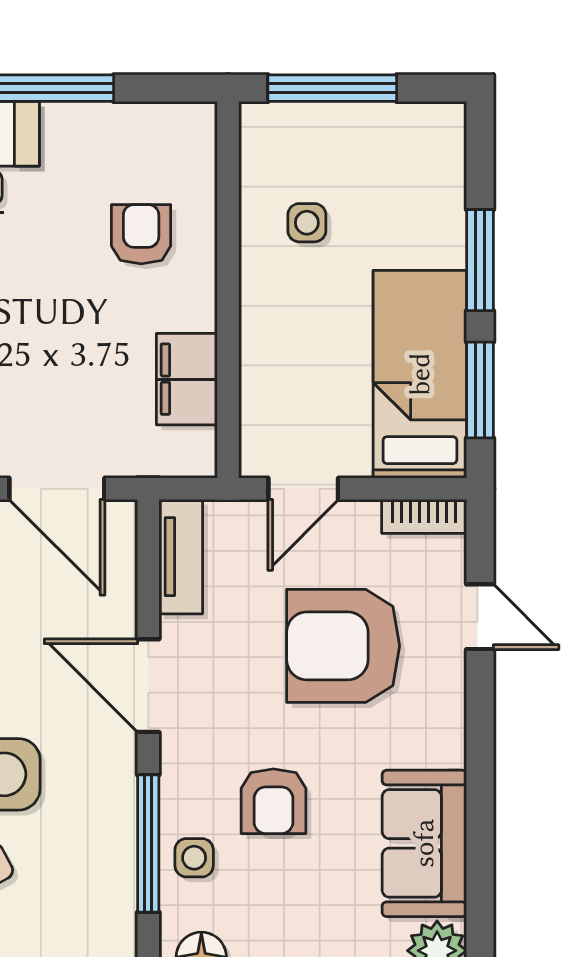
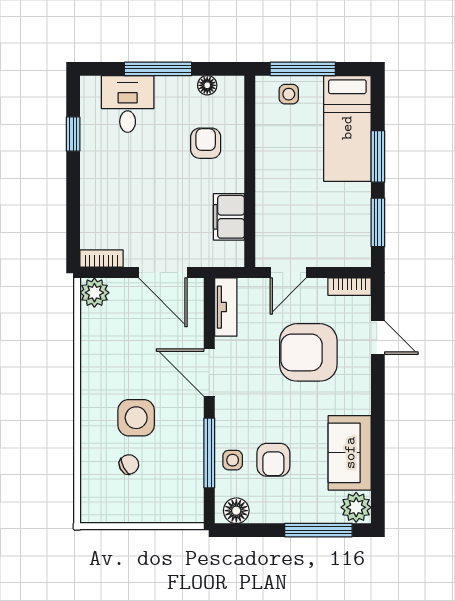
floor lamp: (144, 120) -> (207, 85), added
side table: (307, 223) -> (289, 94), moved
bed: (420, 374) -> (347, 128), moved, turned 180
armchair: (273, 801) -> (273, 460), moved

